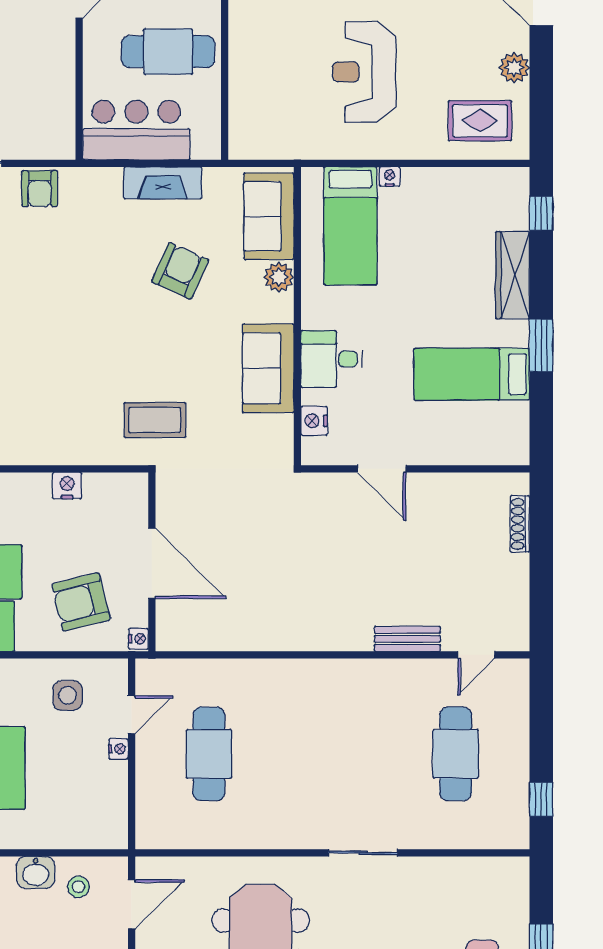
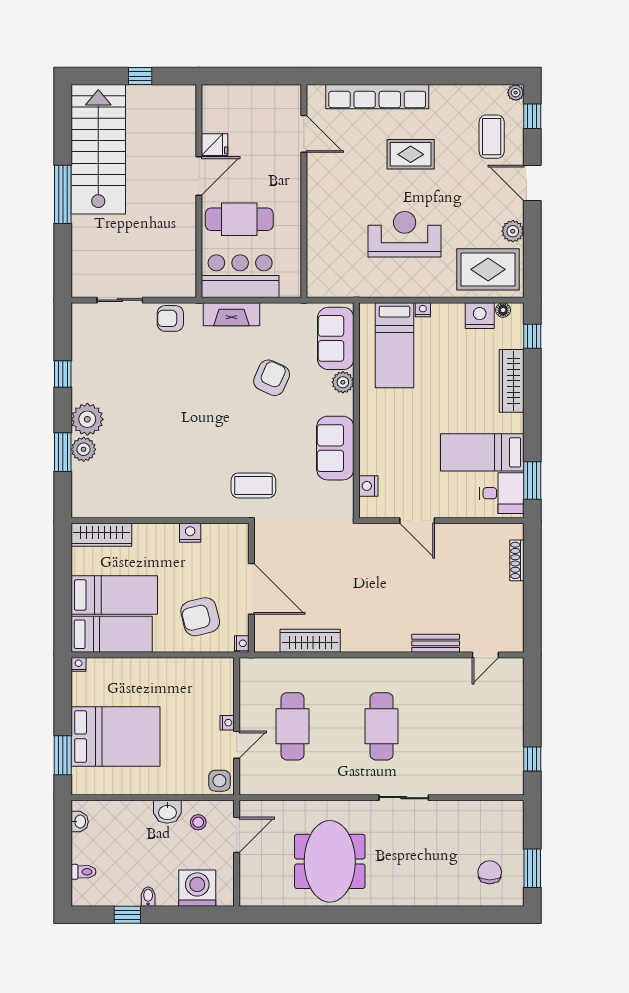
cafe table: (168, 52) -> (239, 219), moved
reception desk: (364, 72) -> (405, 234), turned 90
rug: (480, 121) -> (488, 269), width x1.36, depth x1.43
floor lamp: (501, 177) -> (503, 310), added
fireplace: (163, 183) -> (232, 314), moved
nightstand: (468, 185) -> (480, 316), added
armchair: (40, 189) -> (170, 318), turned 90
window: (541, 345) -> (532, 480), moved
desk: (331, 359) -> (502, 493), moved, turned 180
wardrobe: (233, 635) -> (310, 641), added
side table: (68, 695) -> (219, 781), moved
door: (132, 715) -> (237, 745), moved
cafe table: (456, 754) -> (381, 726), moved

